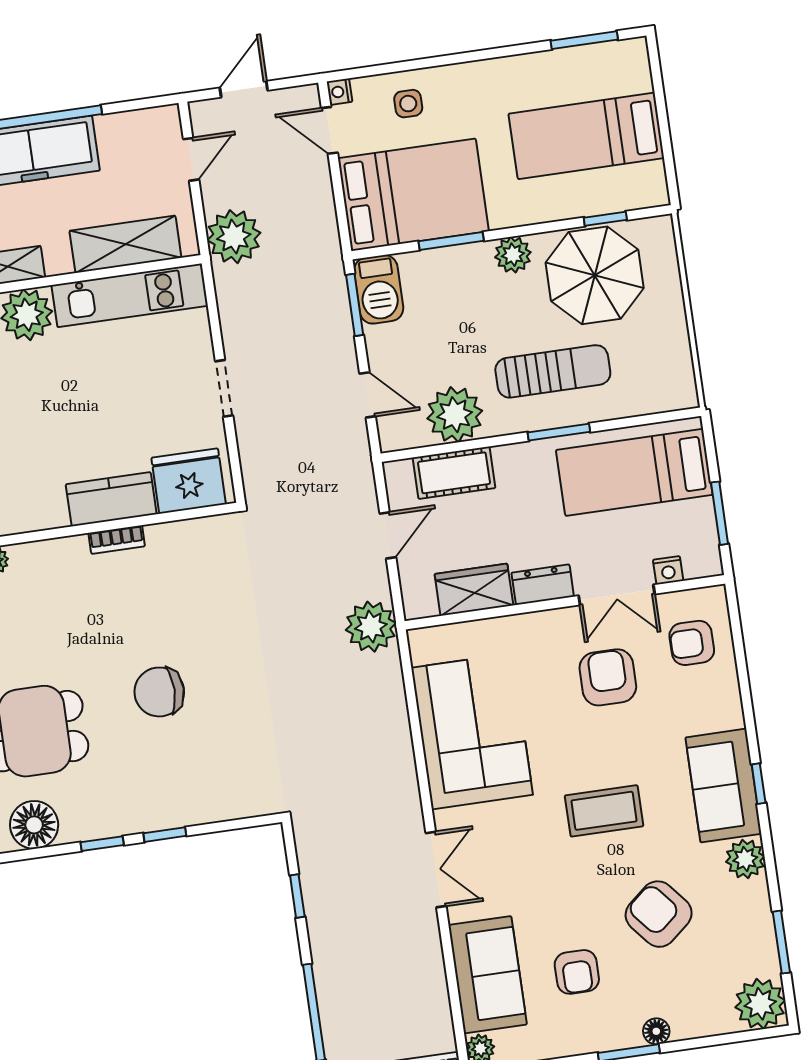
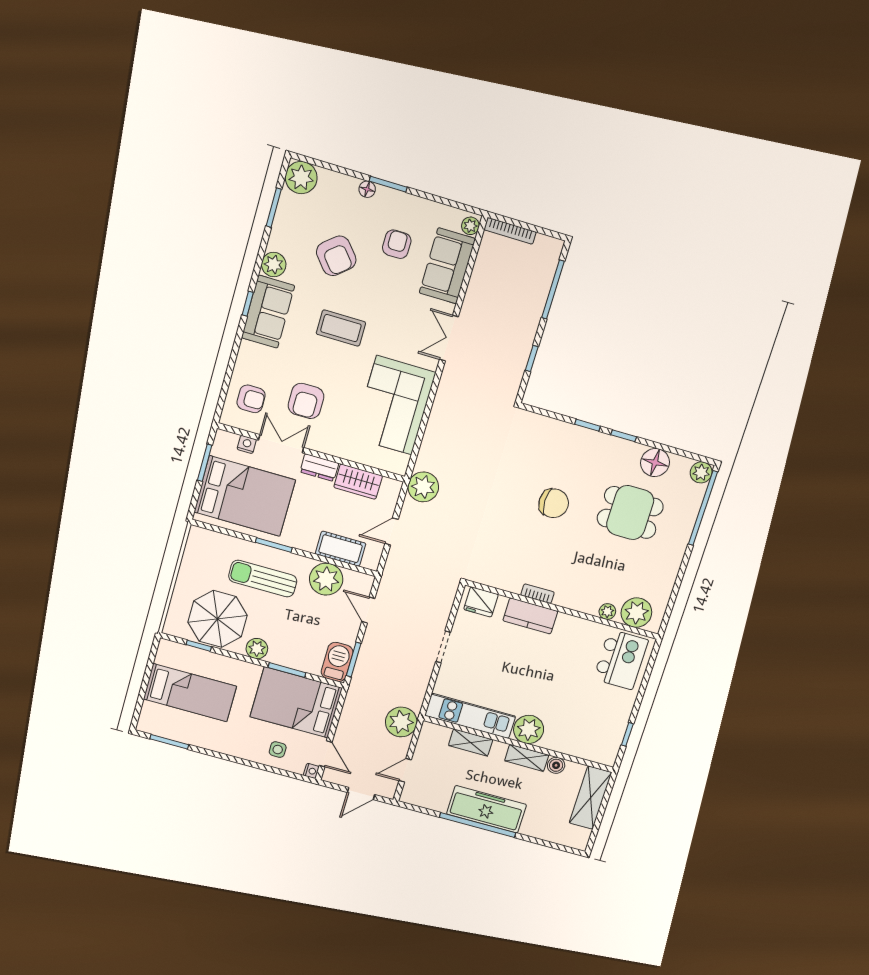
shelving: (125, 244) -> (471, 742), width x0.67, depth x0.75
bed: (634, 472) -> (245, 496), width x1.50
fridge: (189, 481) -> (481, 602), width x0.73, depth x0.75

